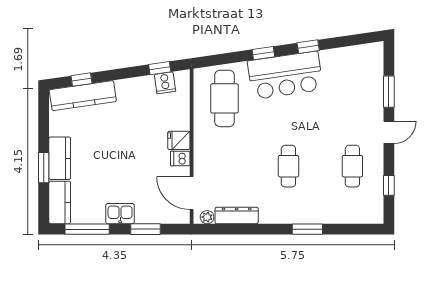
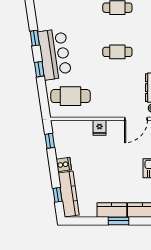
cooker: (165, 83) -> (64, 165), moved
dishwasher: (180, 158) -> (112, 127), removed

